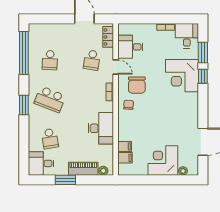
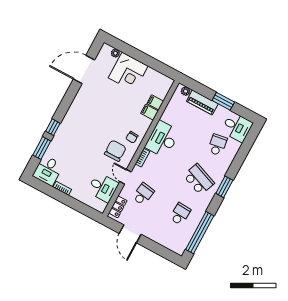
corner desk: (182, 76) -> (71, 138), removed
desk: (101, 128) -> (162, 139), moved
filing cabinet: (125, 158) -> (149, 112), moved

